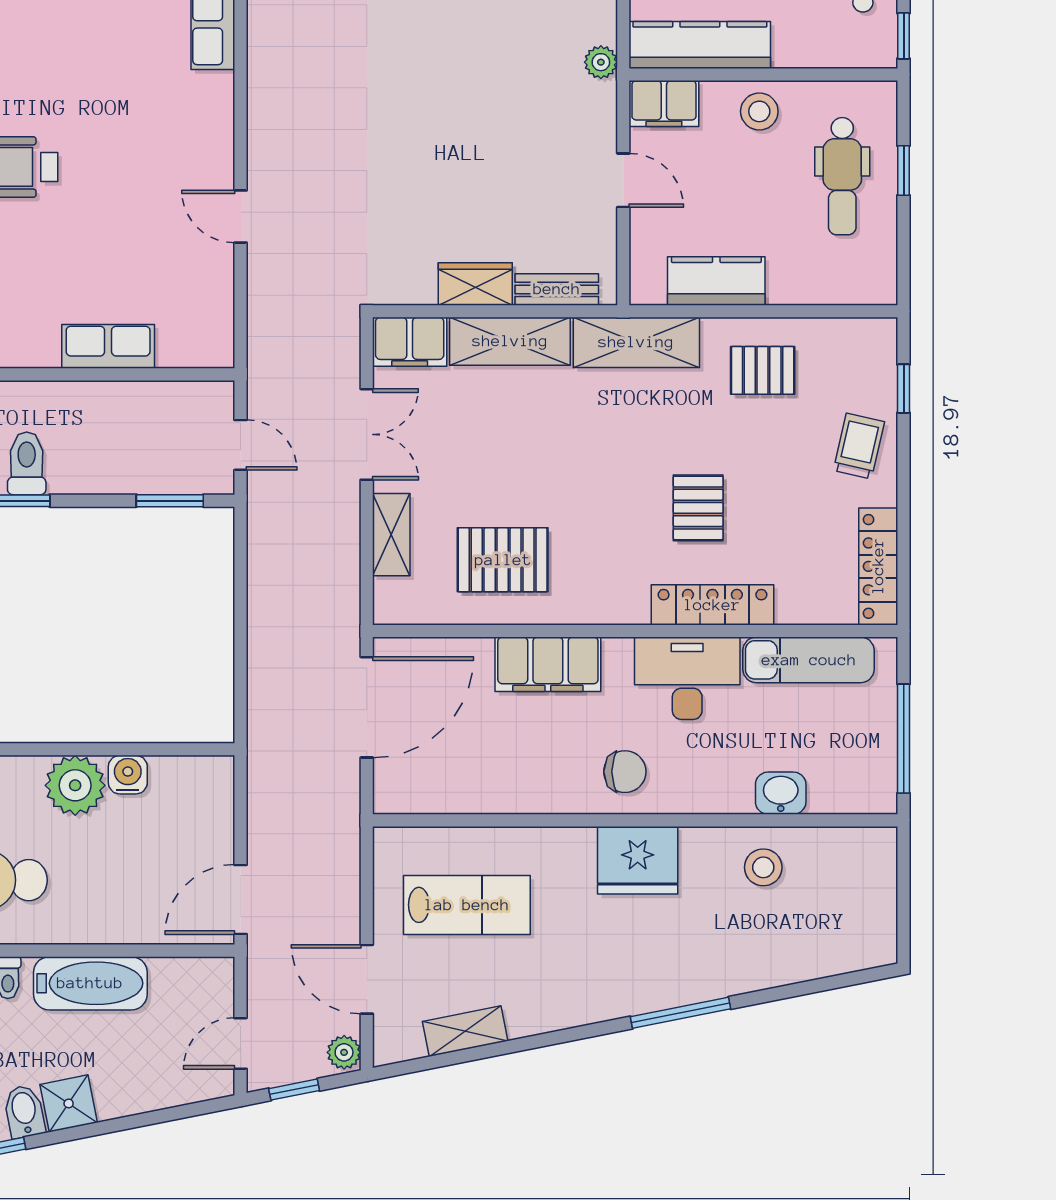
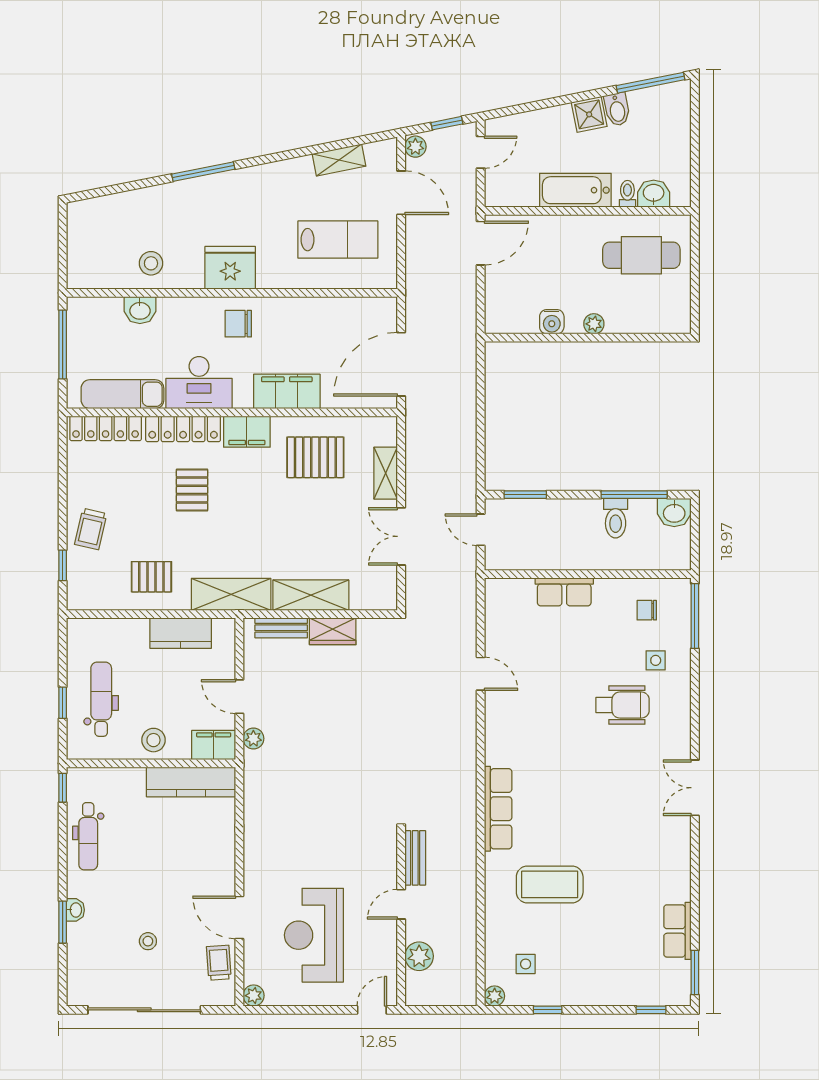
plant: (601, 62) -> (253, 739), moved
filing cabinet: (410, 342) -> (247, 432), moved, turned 180
locker: (878, 566) -> (106, 428), moved, turned 90
plant: (75, 785) -> (594, 324), width x0.53, depth x0.53
lab bench: (467, 905) -> (338, 240), turned 180

